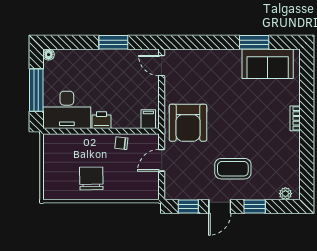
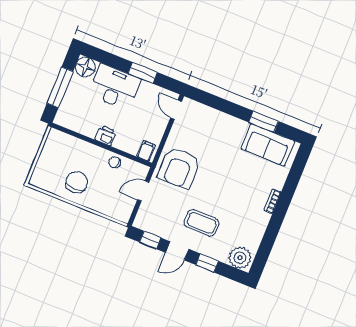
floor lamp: (49, 55) -> (85, 67), width x1.89, depth x1.89
desk: (67, 110) -> (115, 87), moved, turned 180
plant: (285, 194) -> (240, 258), width x1.87, depth x1.87

